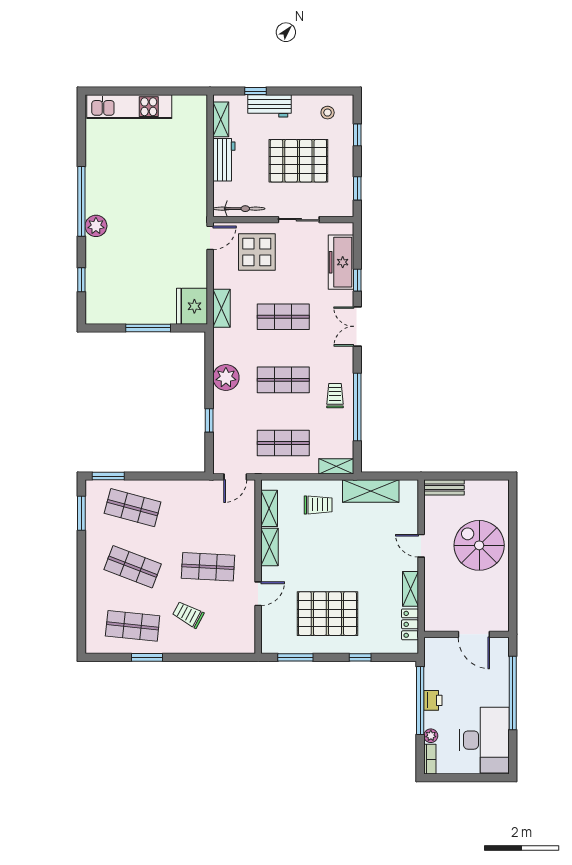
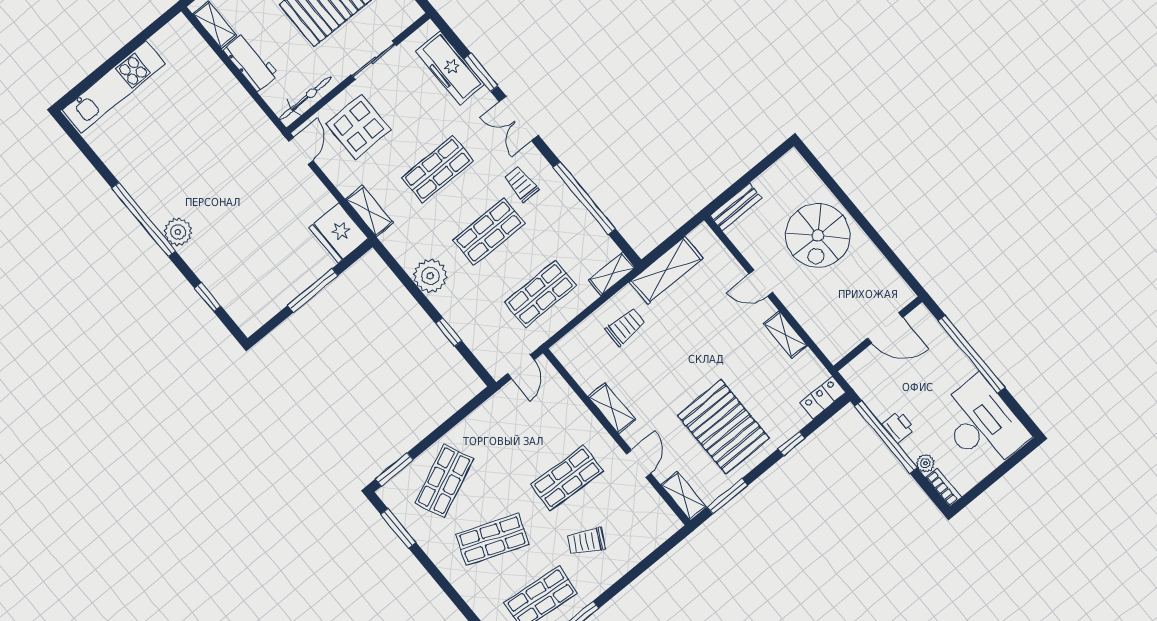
window: (357, 280) -> (481, 73), width x1.50
trolley: (335, 396) -> (521, 184), moved
shop shelf: (133, 508) -> (444, 481), turned -39
shelving: (269, 508) -> (684, 496), moved
spiral stairs: (479, 545) -> (818, 235), turned -90
pallet: (327, 614) -> (723, 427), turned 90
locker: (410, 624) -> (823, 398), moved, turned 90

